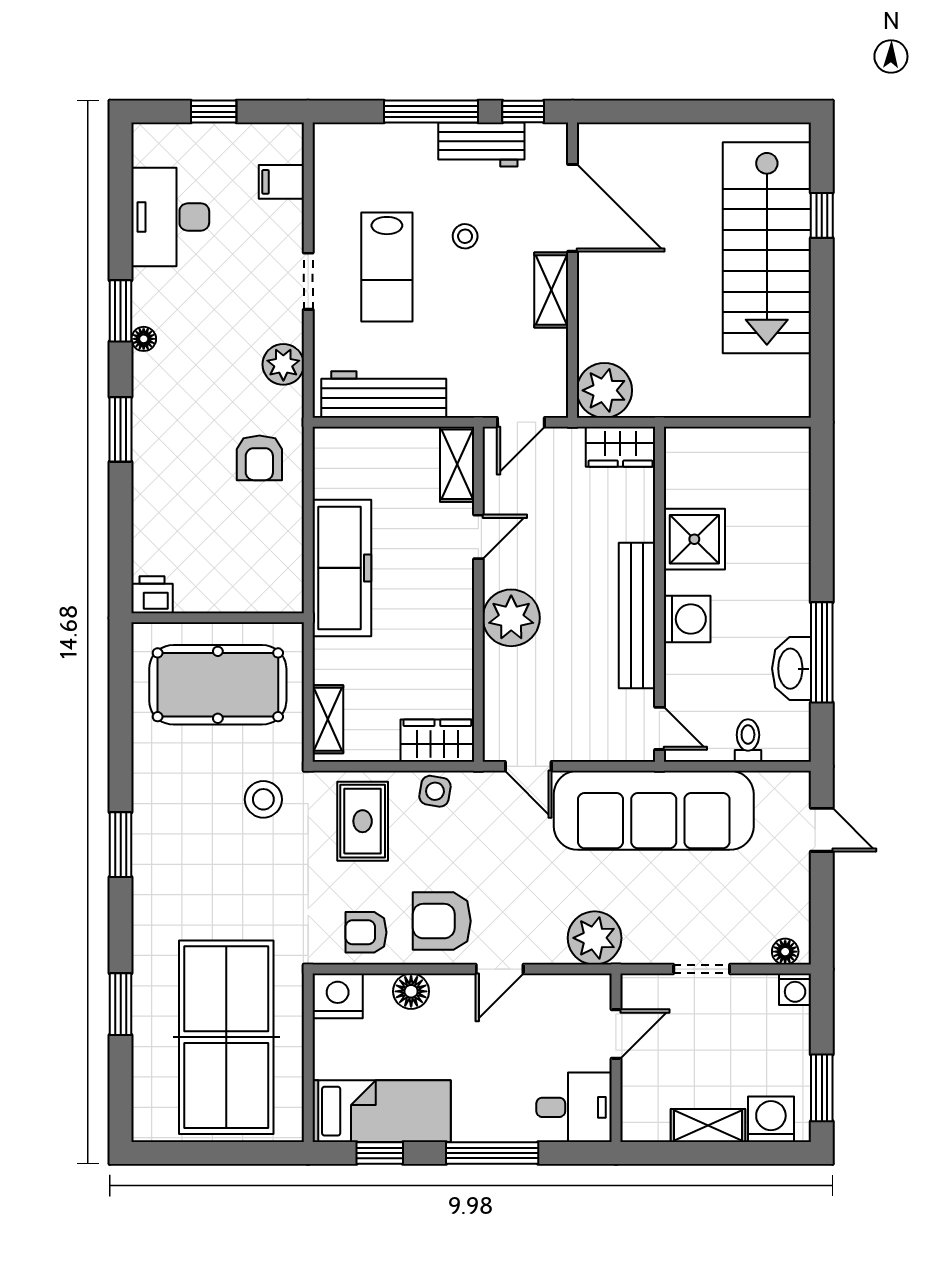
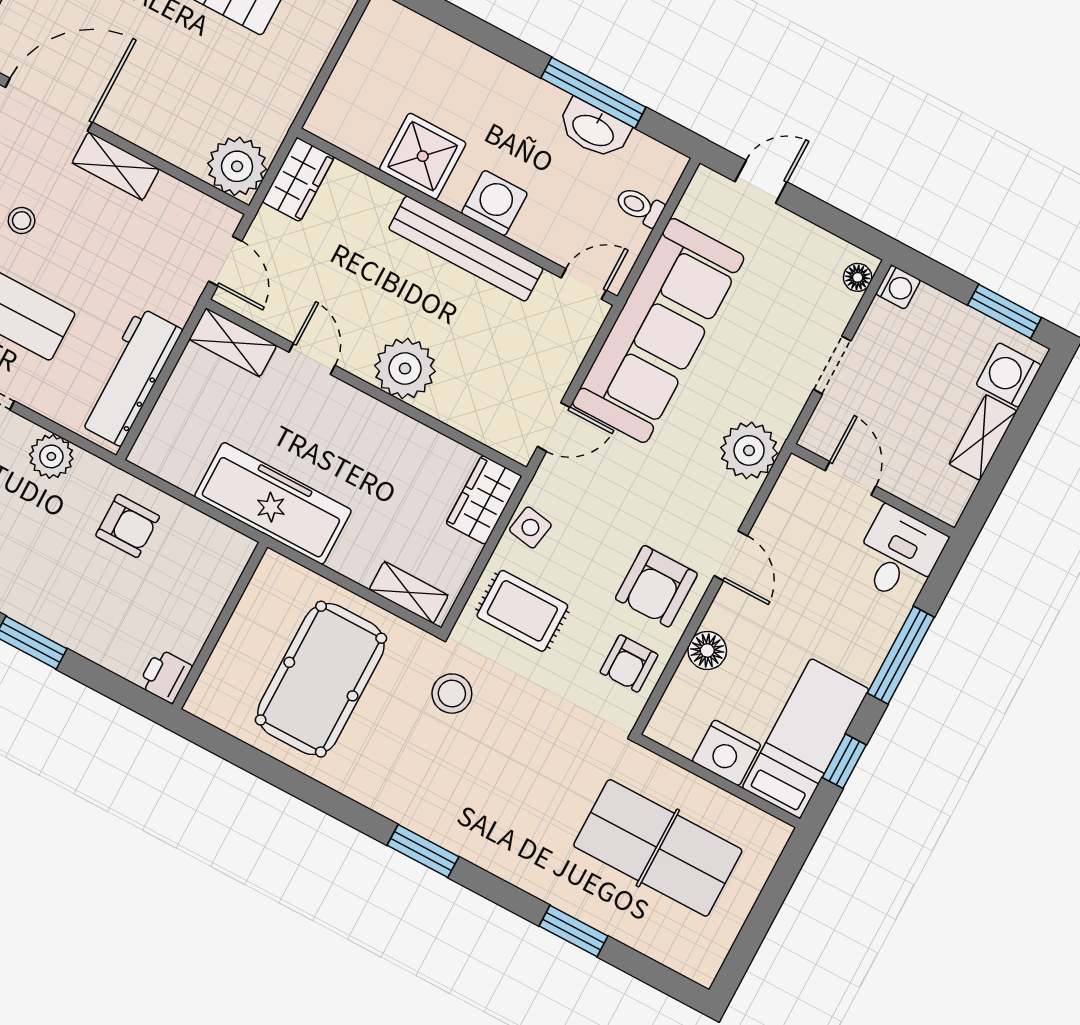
printer: (152, 595) -> (165, 676), moved
wall: (218, 618) -> (220, 626), moved
nightstand: (338, 996) -> (727, 753), moved, turned -90
table tennis table: (226, 1037) -> (658, 848), width x0.73, depth x0.76

